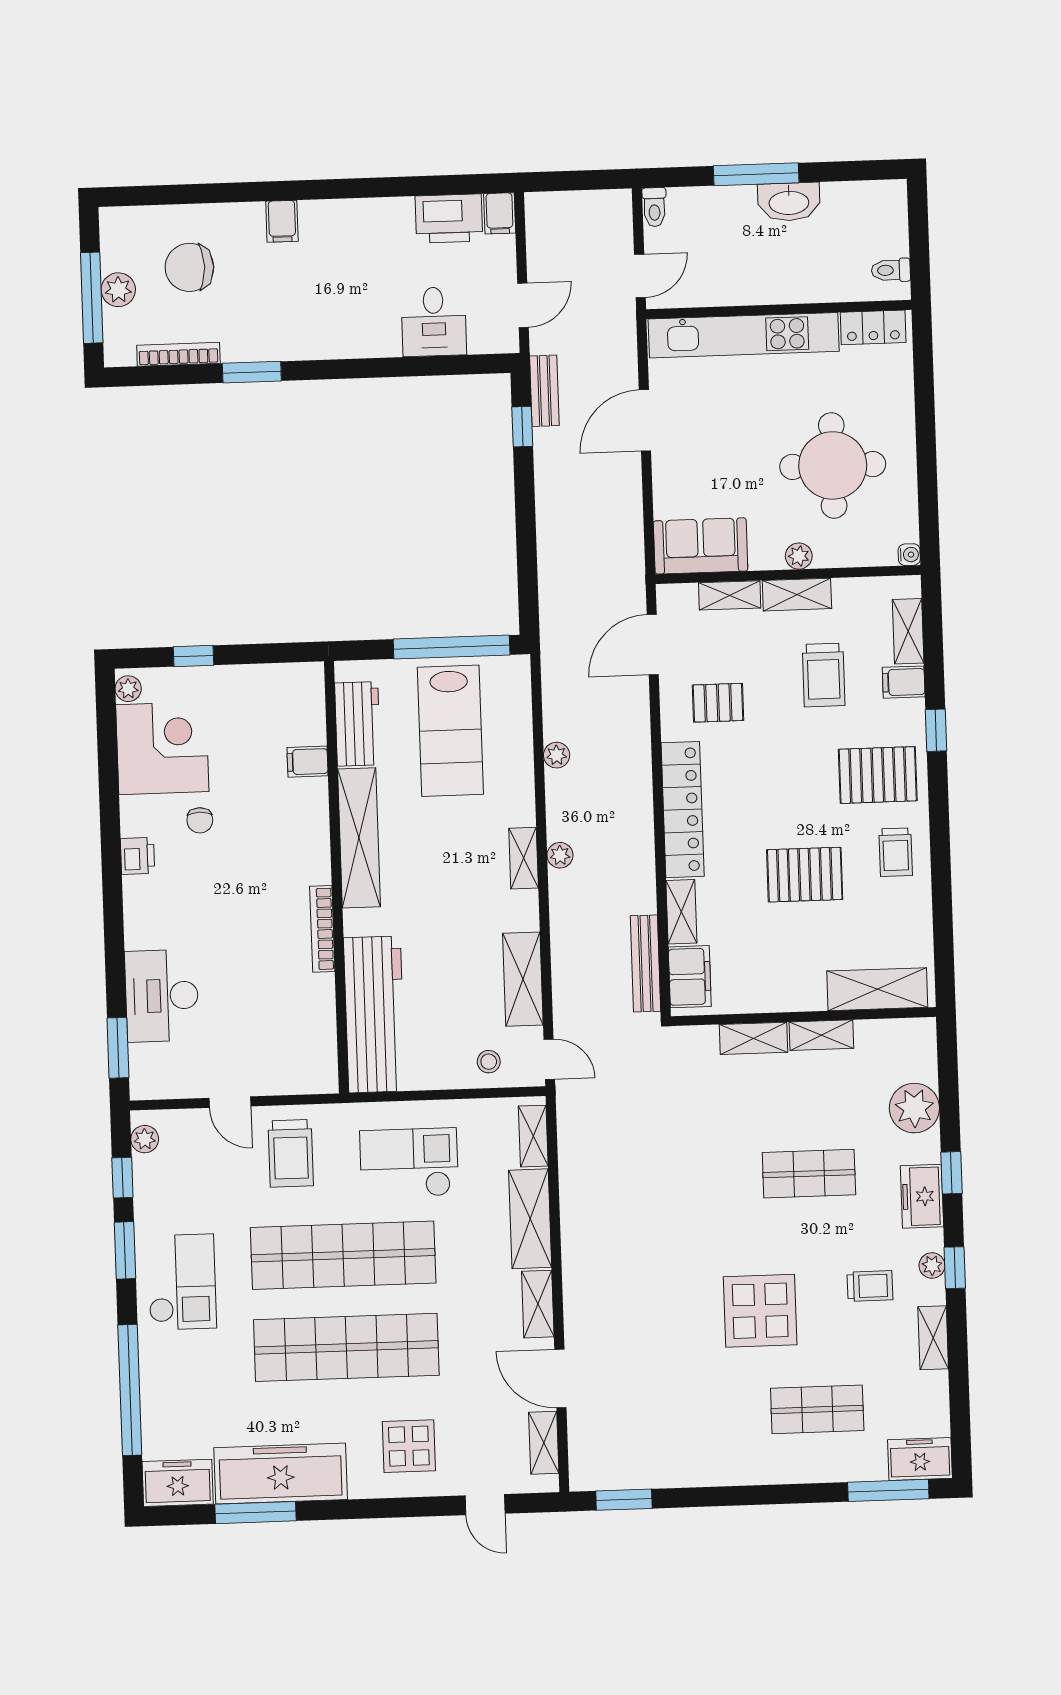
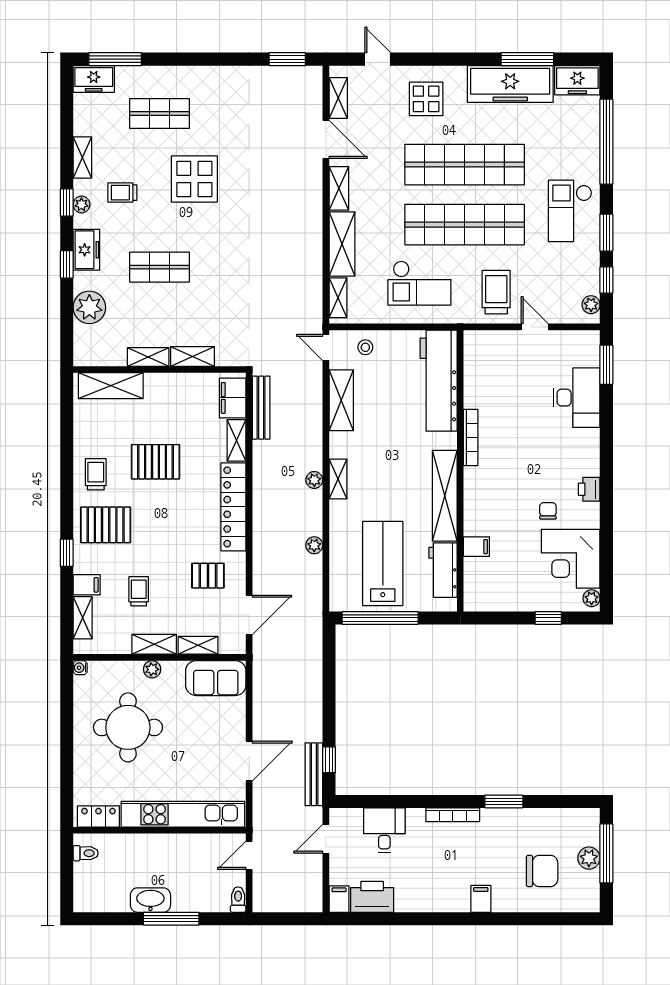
bookcase: (178, 354) -> (453, 815), moved
bench: (544, 391) -> (314, 774), width x1.36
trolley: (824, 675) -> (139, 591), width x0.73, depth x0.72

